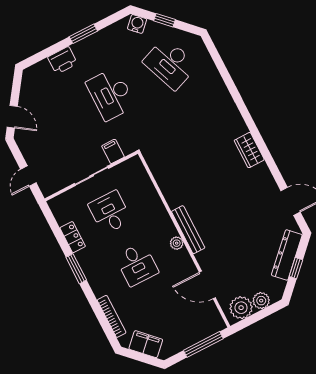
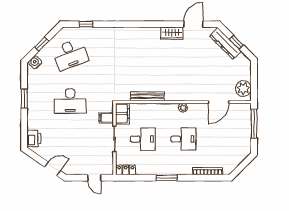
printer: (62, 60) -> (34, 138), moved
window: (220, 64) -> (86, 24), added
wardrobe: (249, 150) -> (172, 33), moved
desk: (110, 212) -> (143, 139), turned 180
bench: (188, 230) -> (148, 96), moved
locker: (73, 237) -> (126, 170), moved
plant: (261, 301) -> (245, 74), removed
filing cabinet: (146, 344) -> (122, 113), moved, turned 135

